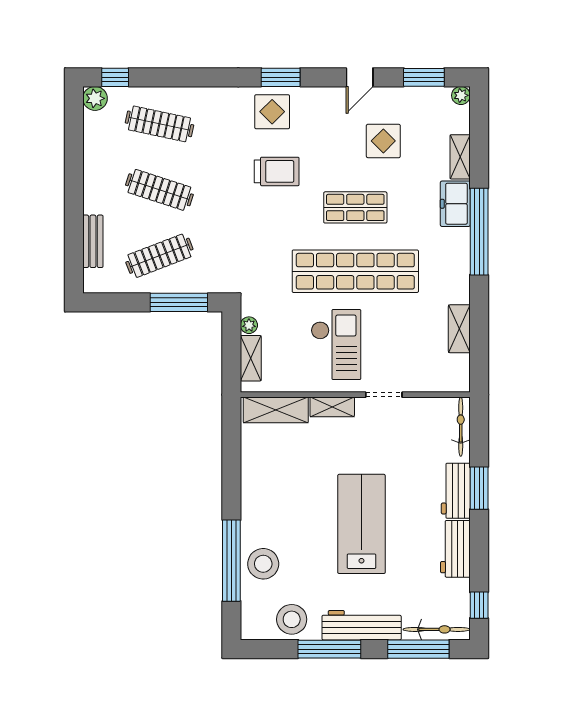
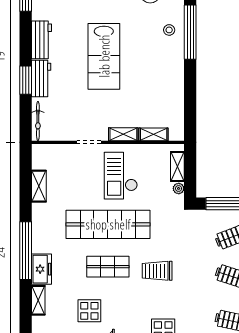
trolley: (277, 171) -> (157, 271), moved
shelving: (276, 410) -> (154, 134), width x0.67, depth x0.75
stool: (263, 564) -> (169, 30), width x0.53, depth x0.53

